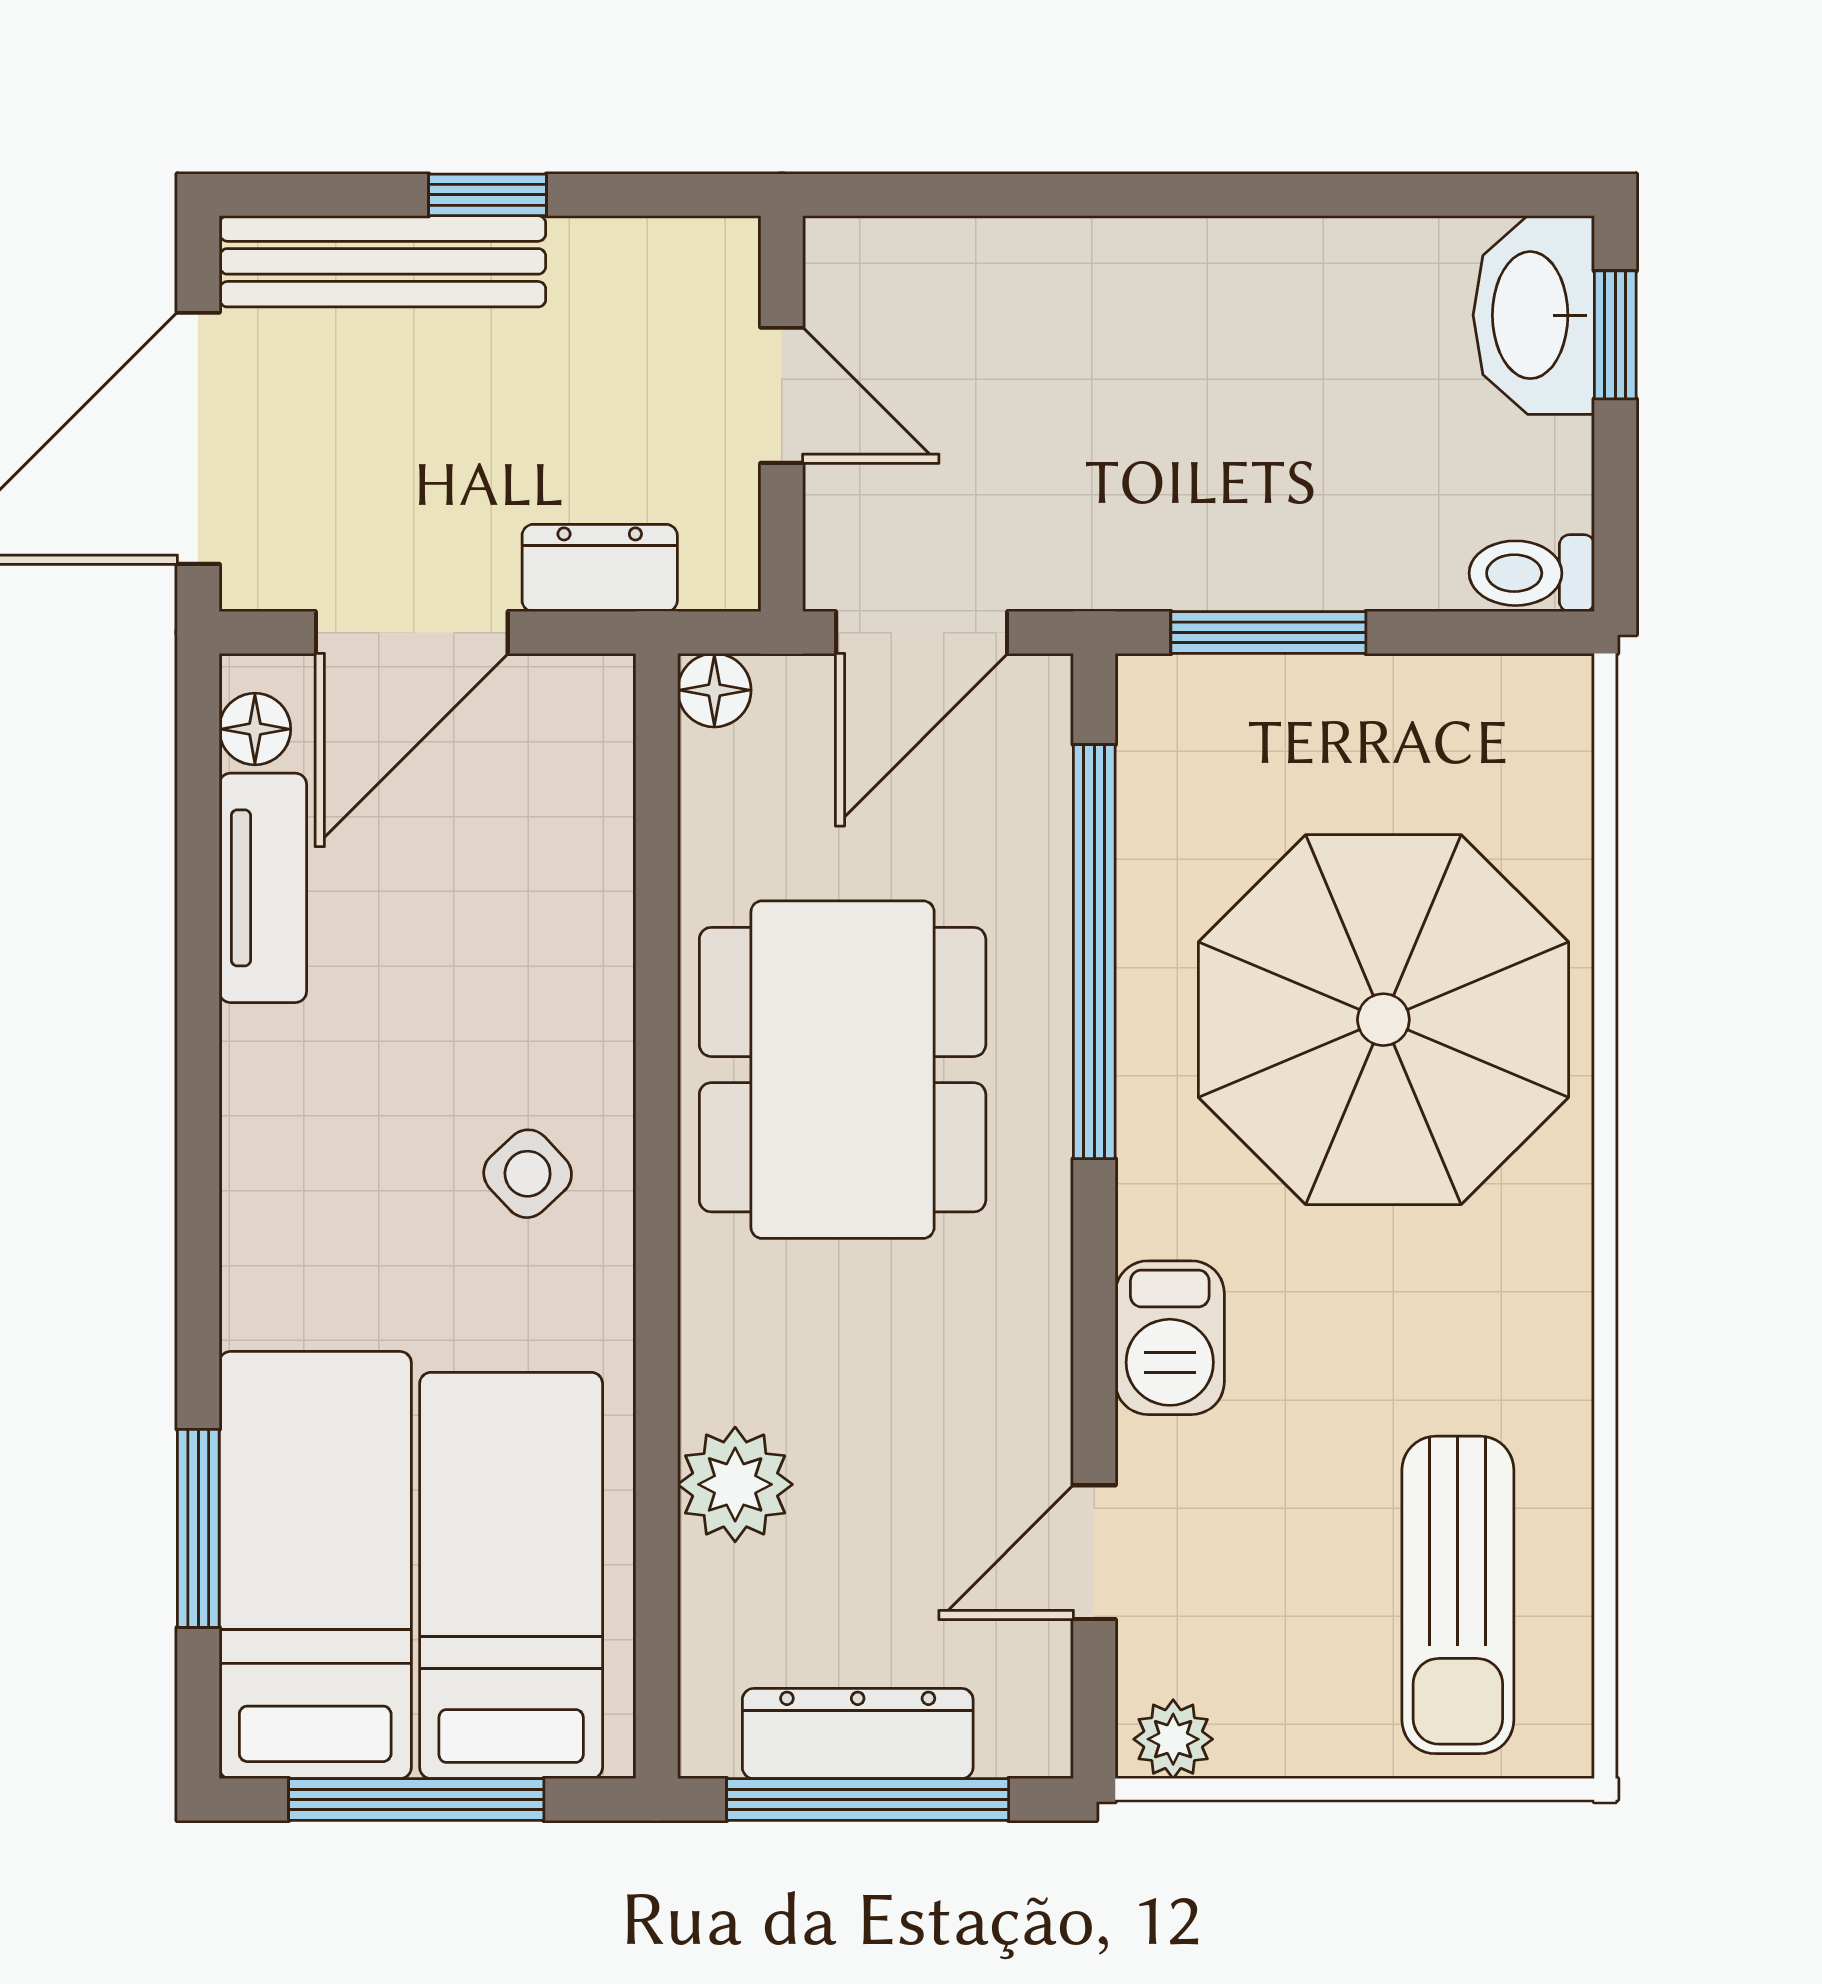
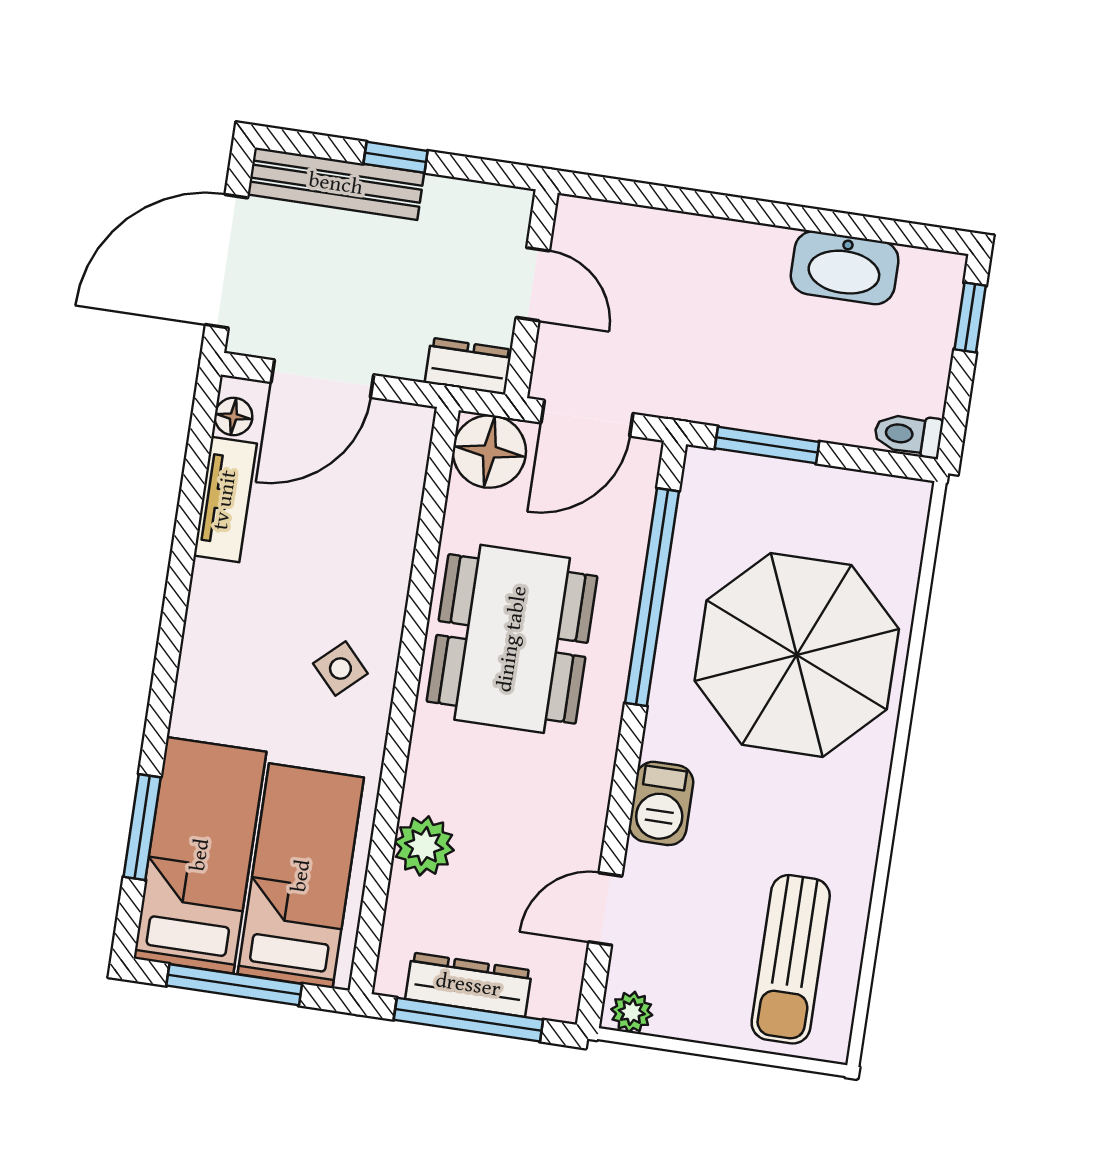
washbasin: (1534, 315) -> (845, 268), moved, turned -90
dresser: (600, 568) -> (468, 366), moved
floor lamp: (714, 690) -> (489, 451), width x1.89, depth x1.89

